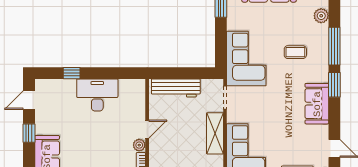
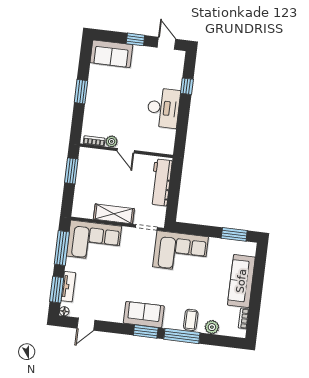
coffee table: (295, 52) -> (191, 320), moved
sofa: (317, 104) -> (144, 315), moved

